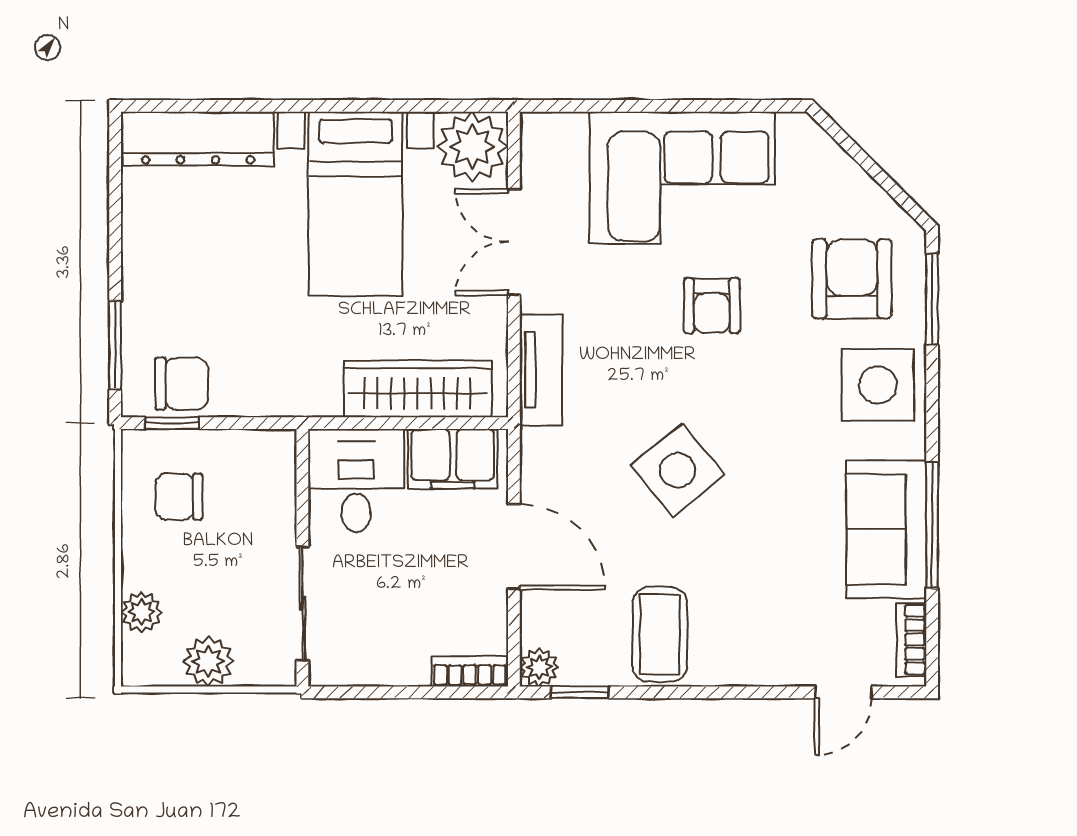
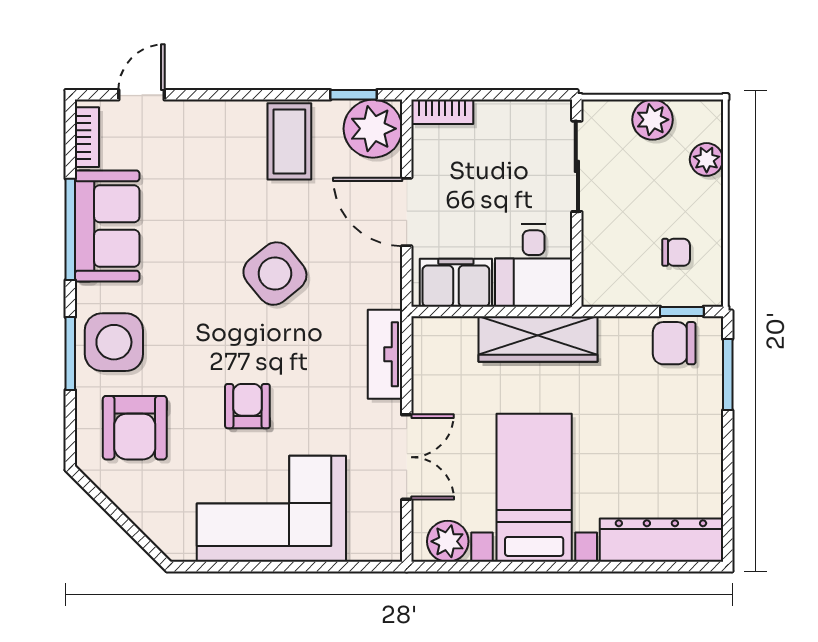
plant: (472, 147) -> (448, 541), width x0.73, depth x0.73
window: (932, 299) -> (70, 354), moved
wardrobe: (418, 389) -> (538, 339), moved
chair: (179, 497) -> (676, 252), width x0.73, depth x0.73
plant: (539, 667) -> (373, 129), width x1.87, depth x1.87

